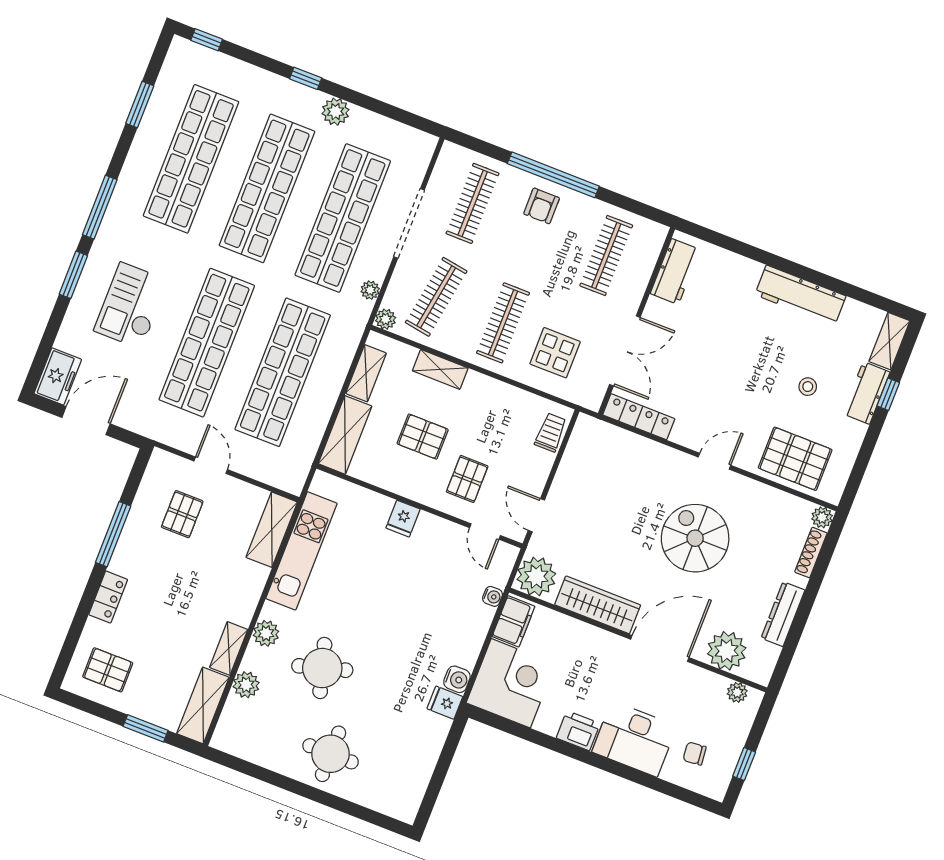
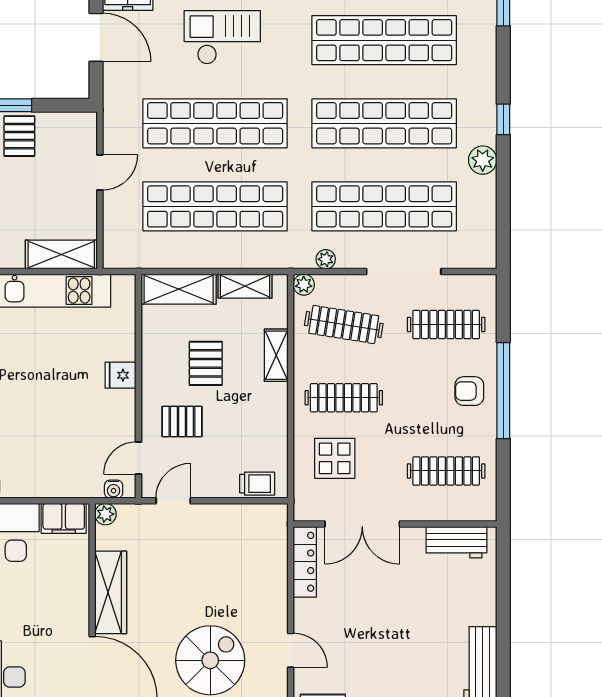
pallet: (182, 514) -> (19, 136), moved, turned 90
plant: (536, 576) -> (105, 514), width x0.53, depth x0.53
water cooler: (492, 596) -> (114, 489), moved

